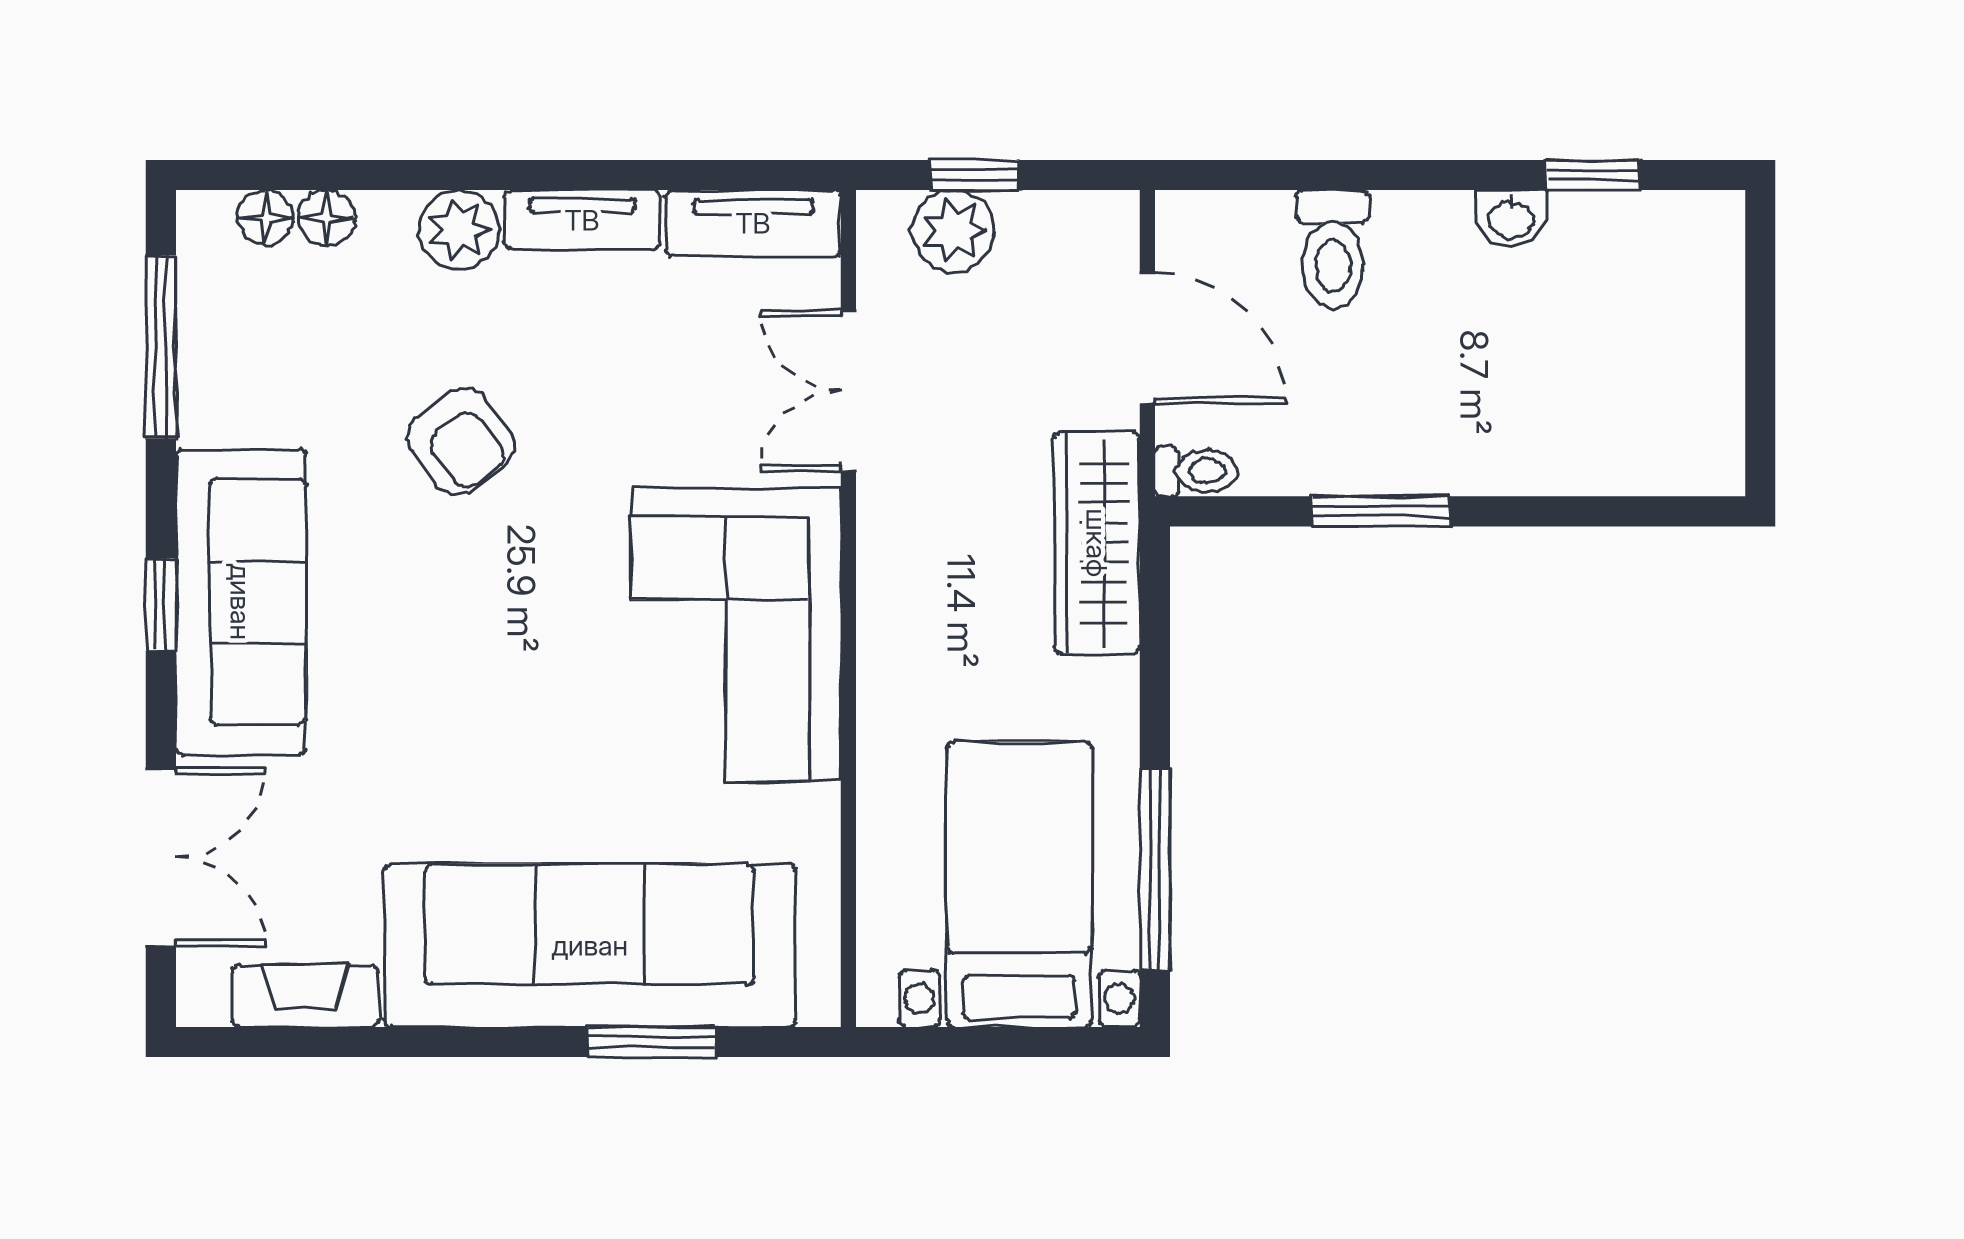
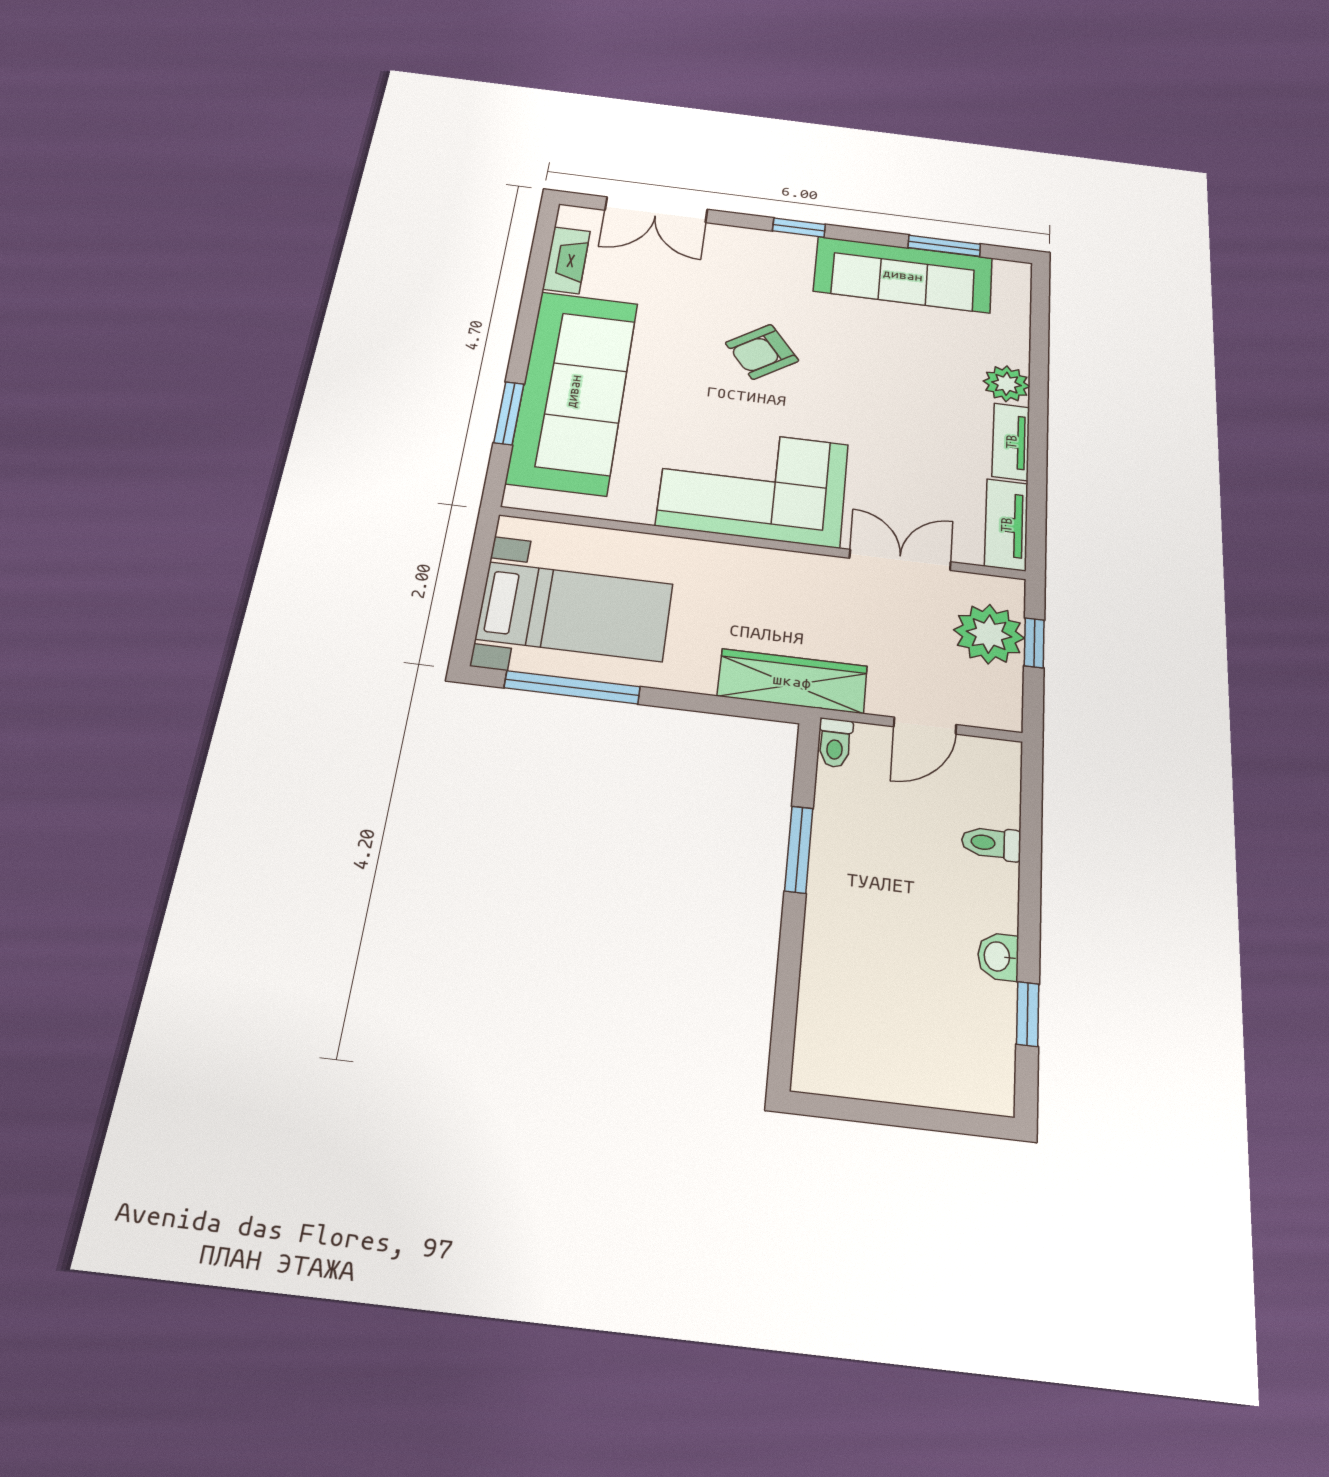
floor lamp: (265, 218) -> (1016, 299), removed
floor lamp: (327, 218) -> (1015, 326), removed
plant: (953, 231) -> (989, 634), width x1.36, depth x1.36
toilet: (1333, 249) -> (991, 843), width x0.73, depth x0.72
door: (1147, 338) -> (925, 726), width x0.73
window: (161, 347) -> (944, 246), width x0.69
armchair: (461, 441) -> (762, 352), moved
sofa: (241, 602) -> (903, 275), moved

